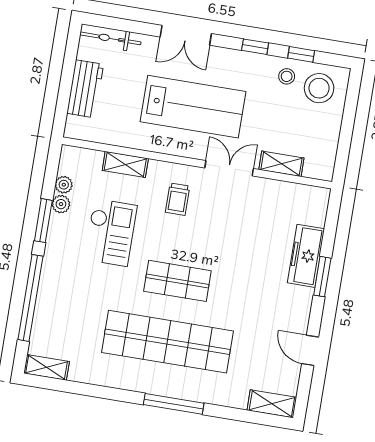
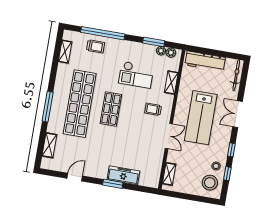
workbench: (85, 89) -> (205, 61), width x1.38
shelving: (281, 164) -> (169, 174), moved
plant: (61, 204) -> (171, 53), moved
window: (43, 221) -> (154, 42), moved
trolley: (56, 312) -> (96, 46), added
shelving: (47, 367) -> (65, 52), moved
shelving: (272, 404) -> (49, 145), moved

